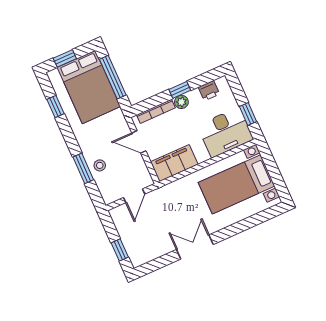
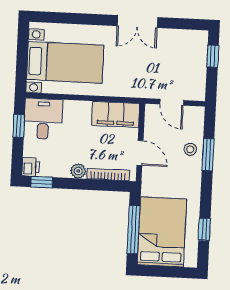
window: (65, 58) -> (171, 272), removed
window: (180, 90) -> (42, 182), moved
printer: (209, 91) -> (31, 167), moved, turned 90
desk: (225, 132) -> (43, 119), width x0.73
door: (134, 196) -> (172, 102), swing flipped

